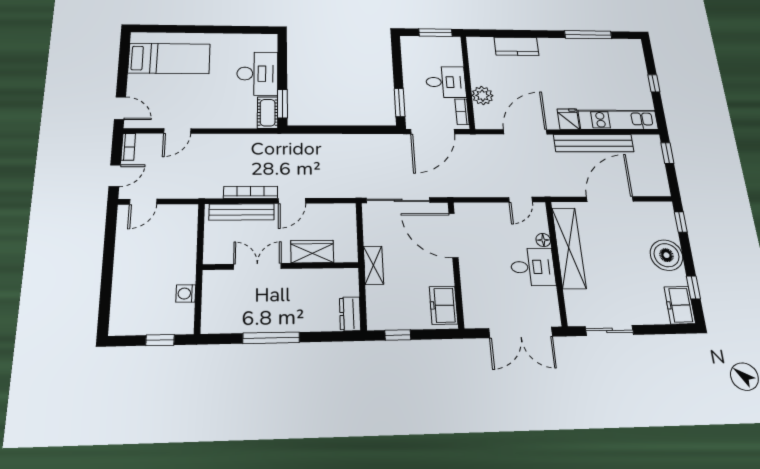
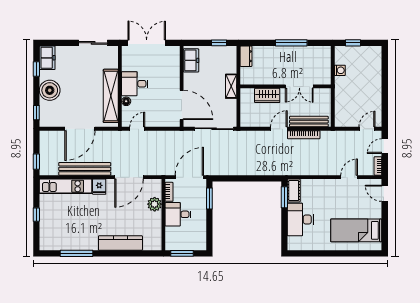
kitchen counter: (516, 46) -> (120, 243), width x1.50

